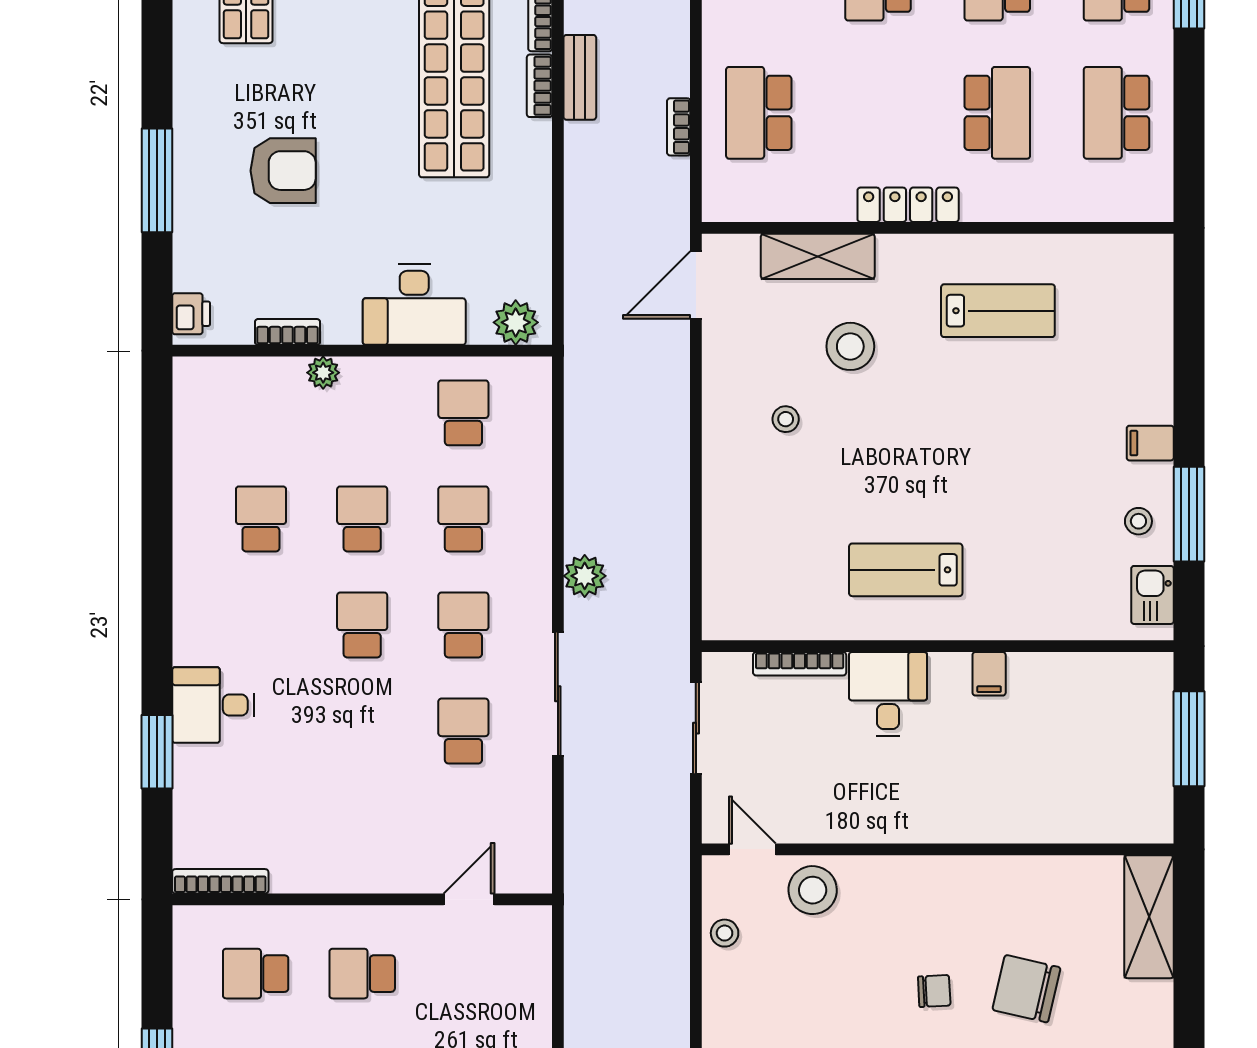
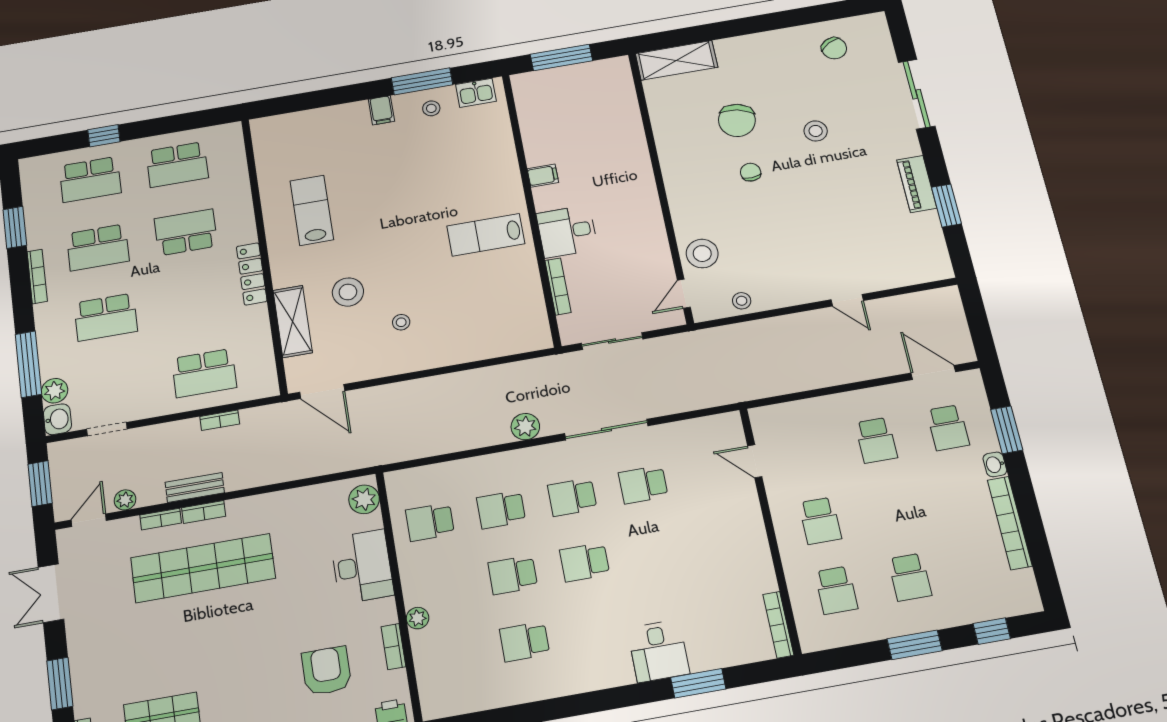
armchair: (283, 171) -> (327, 671), moved
lab bench: (906, 570) -> (486, 235), turned 90

